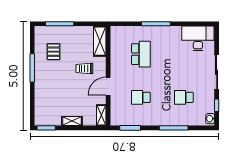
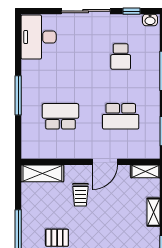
door: (108, 86) -> (105, 162), hinge flipped
school desk: (141, 97) -> (121, 116), width x1.85

